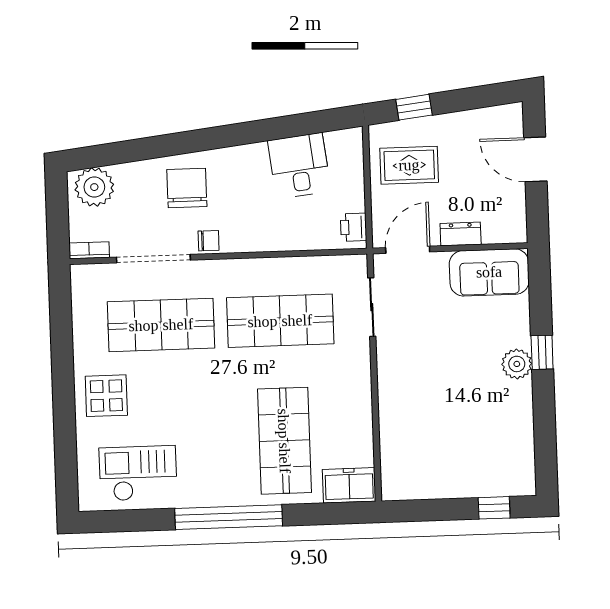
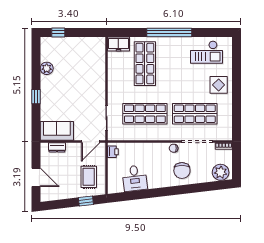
rug: (409, 165) -> (89, 177), turned 90
dresser: (461, 234) -> (57, 147), moved
plant: (517, 364) -> (47, 68), moved

